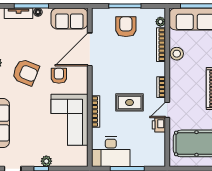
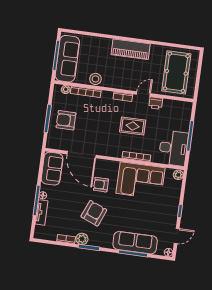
rug: (130, 102) -> (133, 126), turned 90
door: (167, 110) -> (143, 94), swing flipped
plant: (46, 161) -> (178, 175), moved

